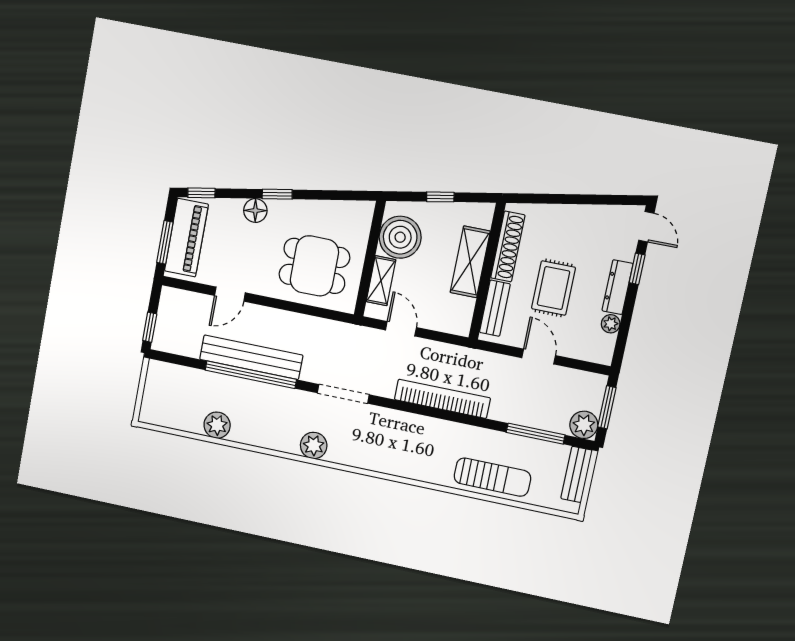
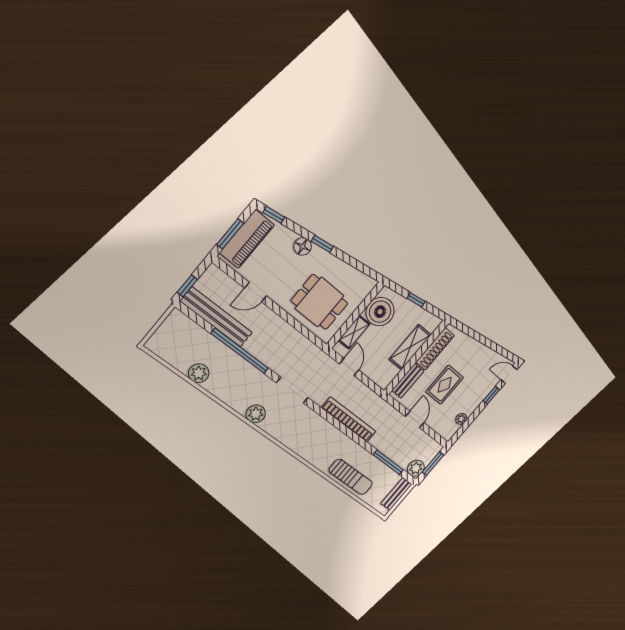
door: (646, 227) -> (509, 375), swing flipped
dresser: (617, 287) -> (476, 400), removed
bench: (251, 357) -> (217, 317), moved

